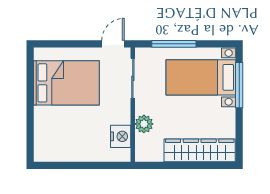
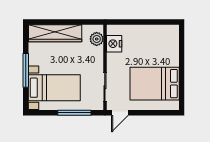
window: (239, 85) -> (26, 70), moved
plant: (144, 124) -> (97, 39), moved

